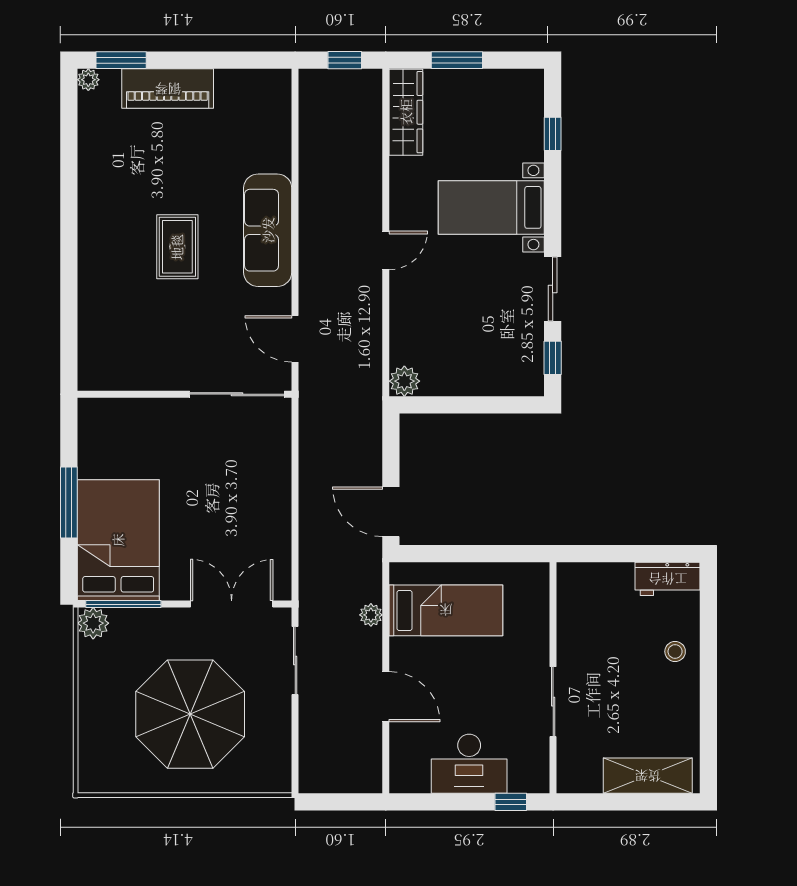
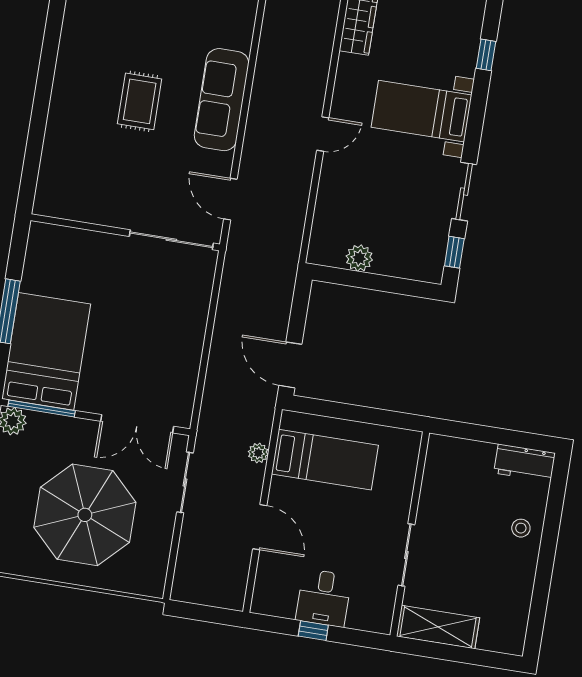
plant: (404, 381) -> (359, 258), moved
double door: (232, 604) -> (137, 424), swing flipped
desk: (469, 764) -> (324, 598), width x0.73
shelving: (648, 776) -> (438, 627), moved
window: (511, 802) -> (313, 631), moved

